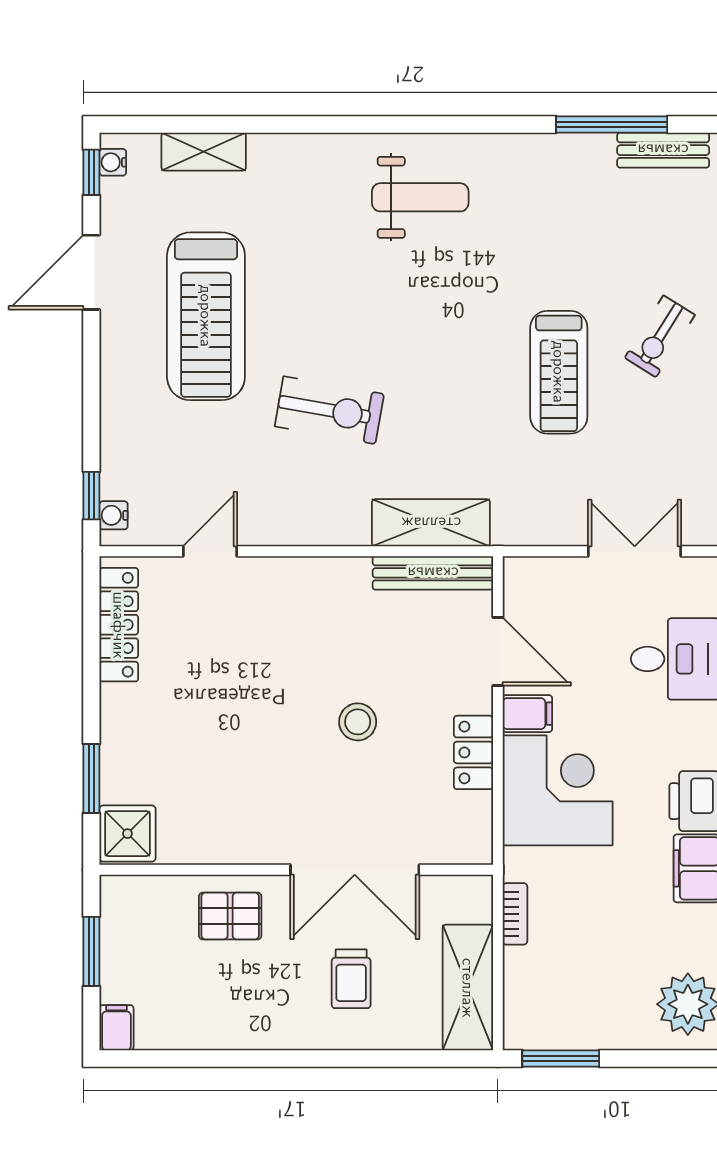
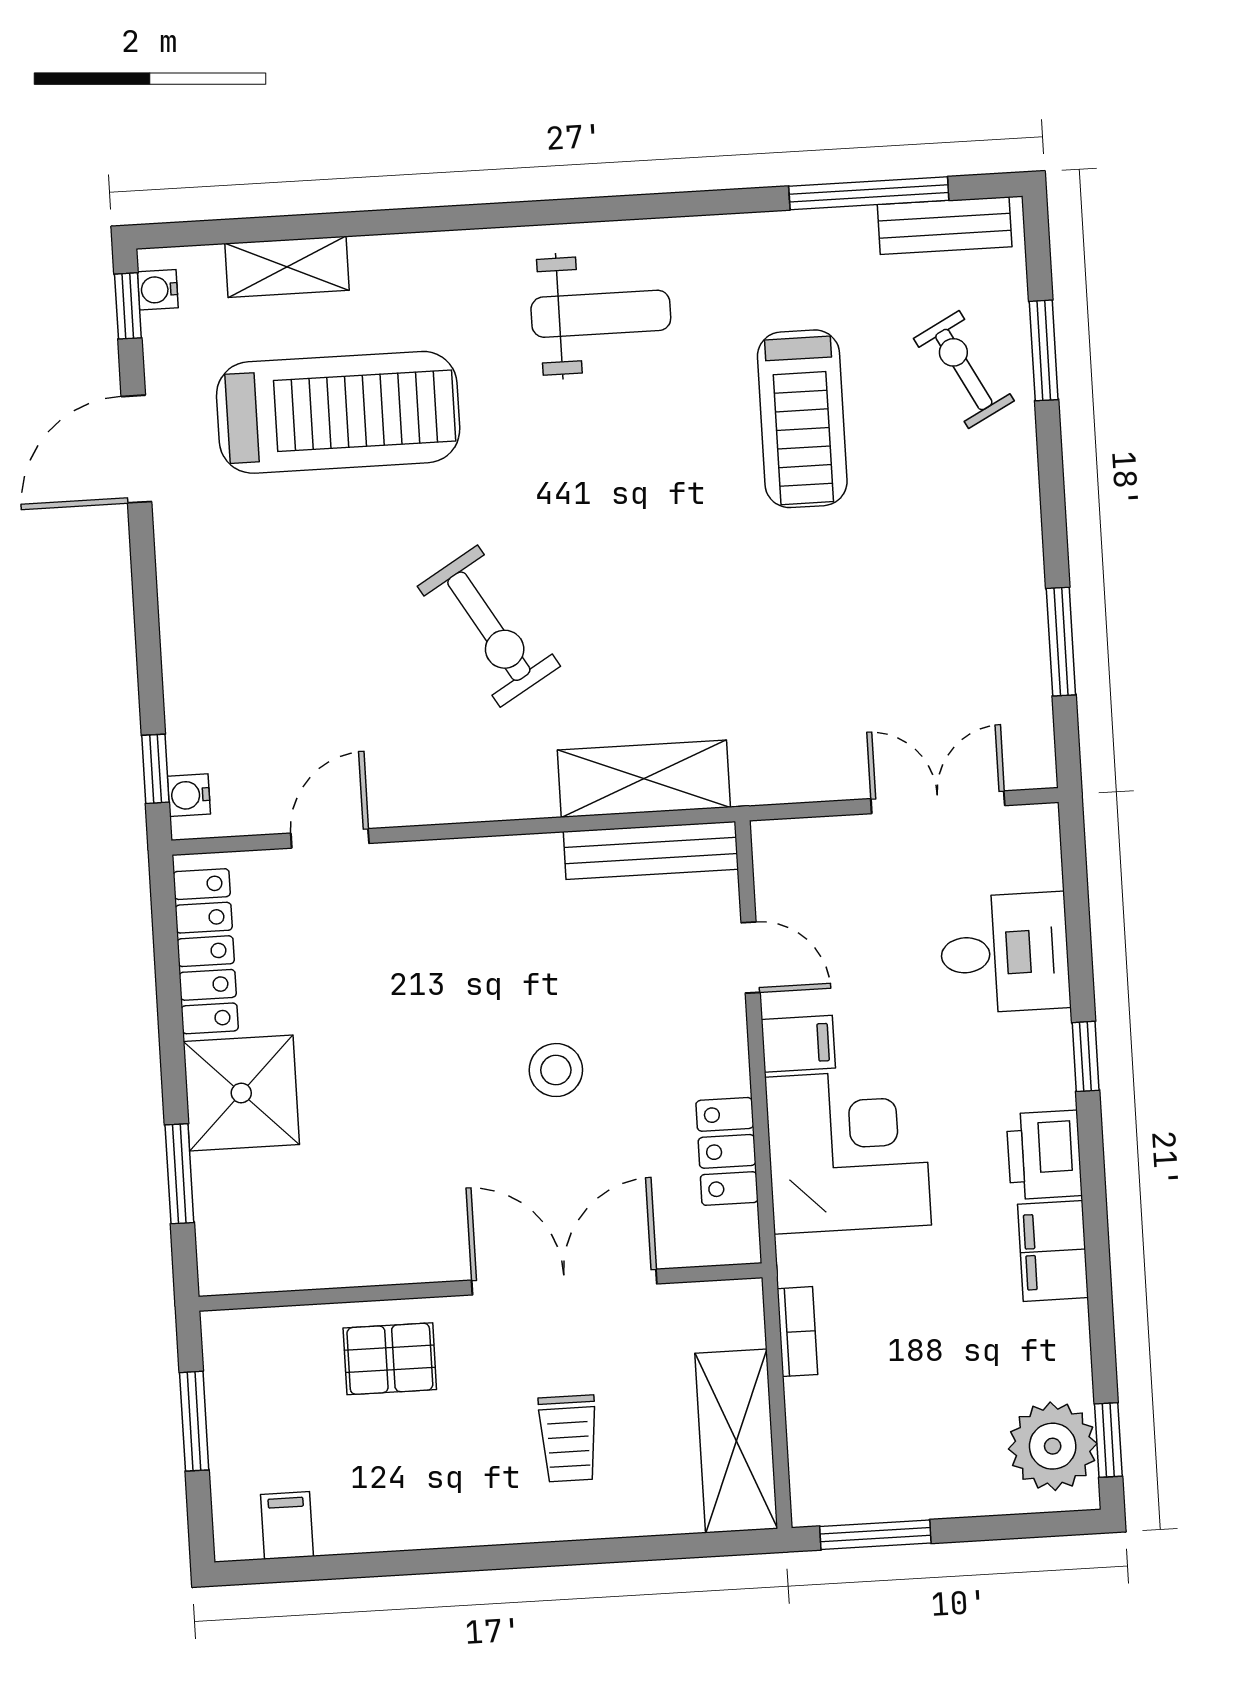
treadmill: (206, 316) -> (338, 412), moved, turned -90
exercise bike: (660, 336) -> (964, 370), moved, turned 120
treadmill: (559, 372) -> (802, 419), moved
exercise bike: (329, 410) -> (489, 626), turned 49
door: (498, 652) -> (751, 957), width x0.73
locker: (473, 752) -> (727, 1151), moved
shower: (127, 834) -> (241, 1093), moved, width x1.36, depth x1.36
double door: (355, 870) -> (564, 1282), swing flipped
filing cabinet: (116, 1028) -> (287, 1525), moved

